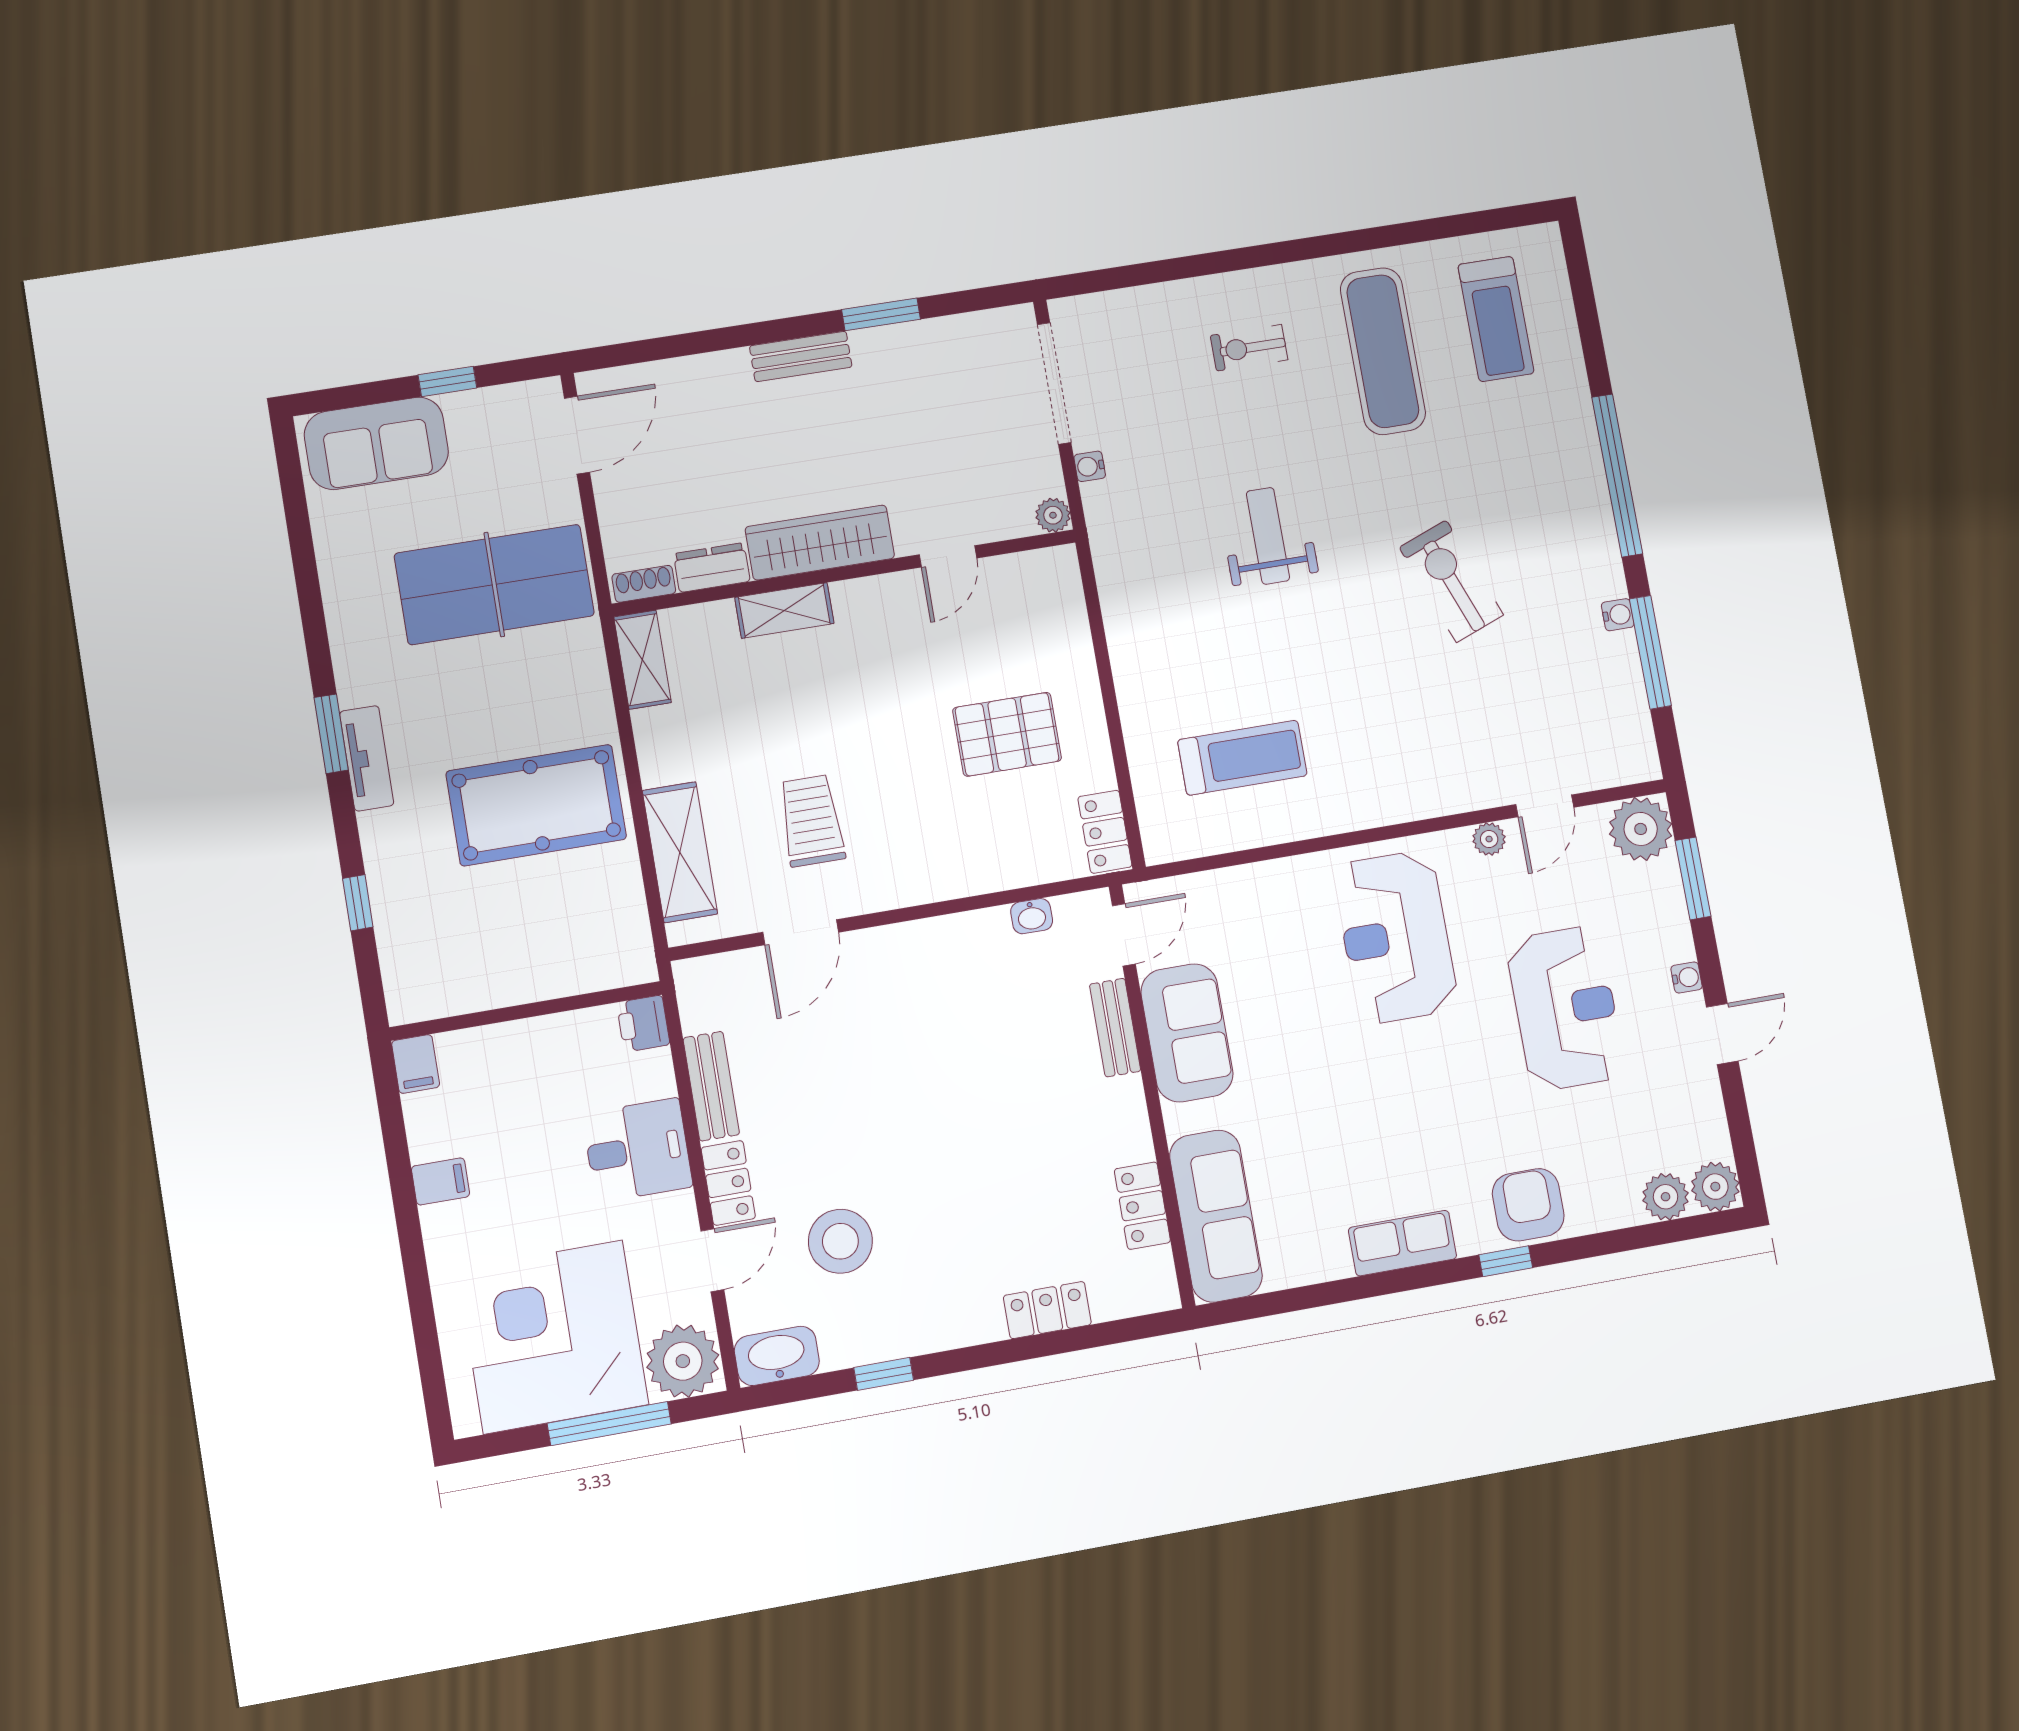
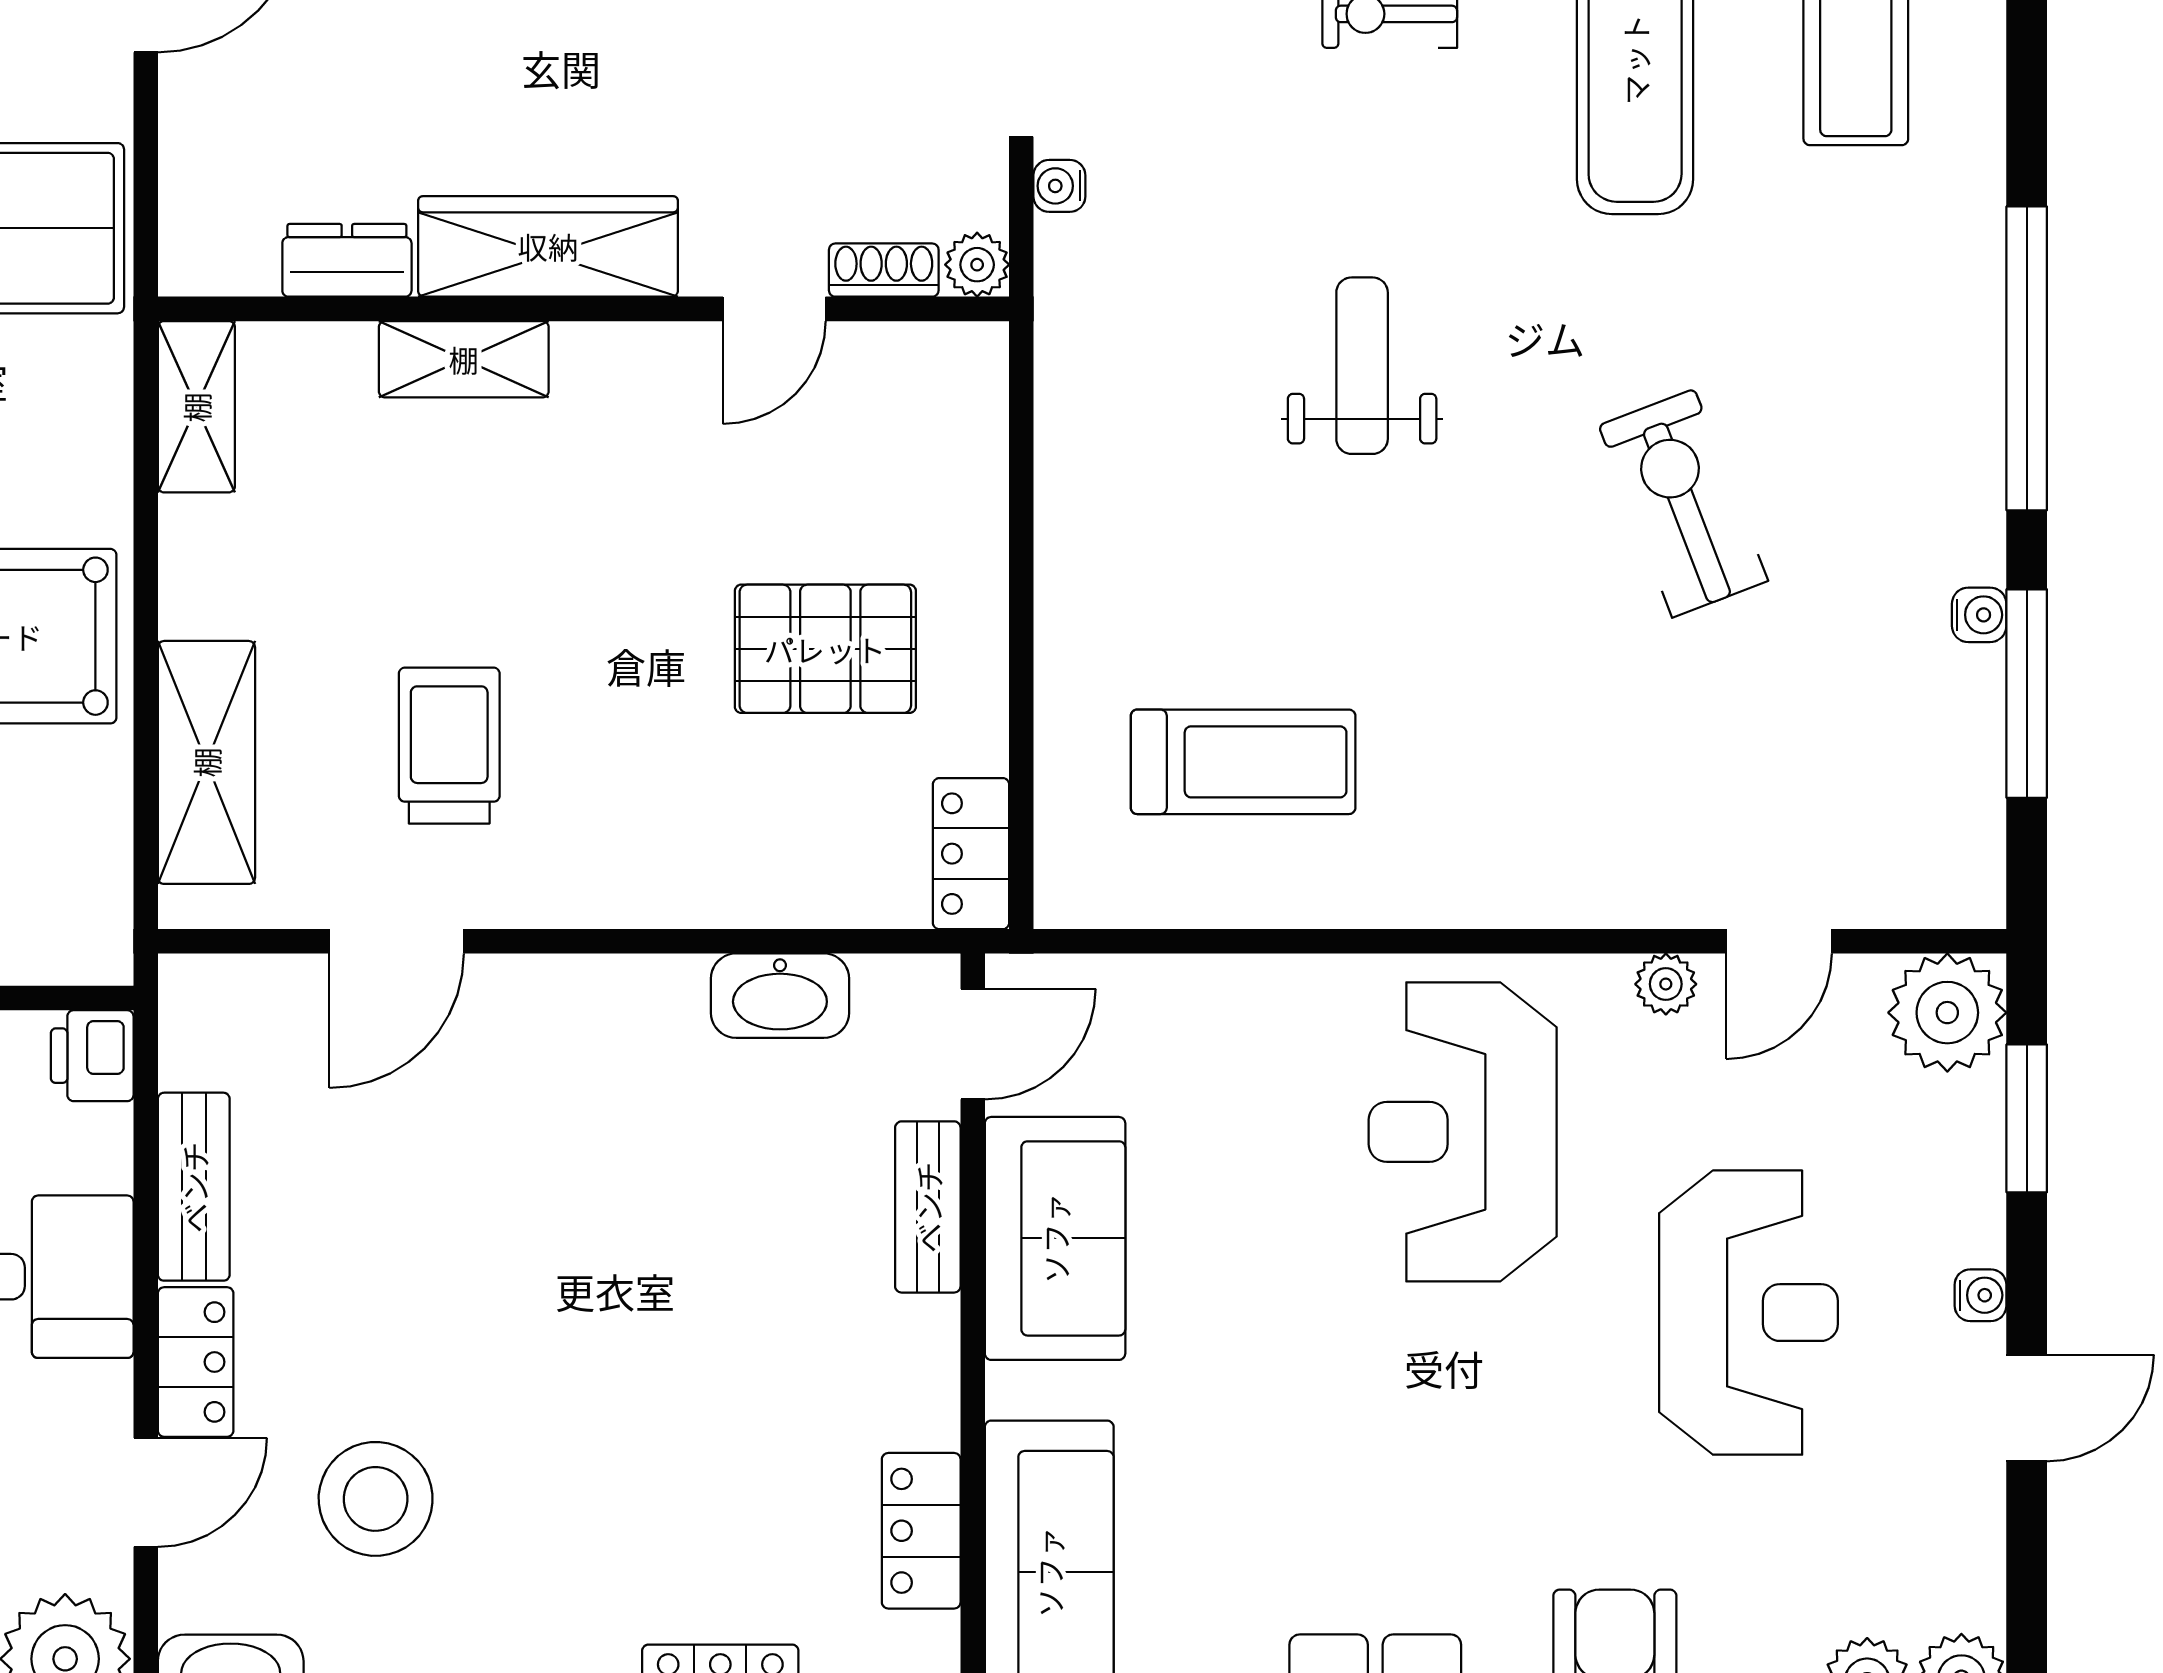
shoe rack: (644, 584) -> (884, 270), moved
washbasin: (1032, 916) -> (780, 996), width x1.91, depth x1.45

